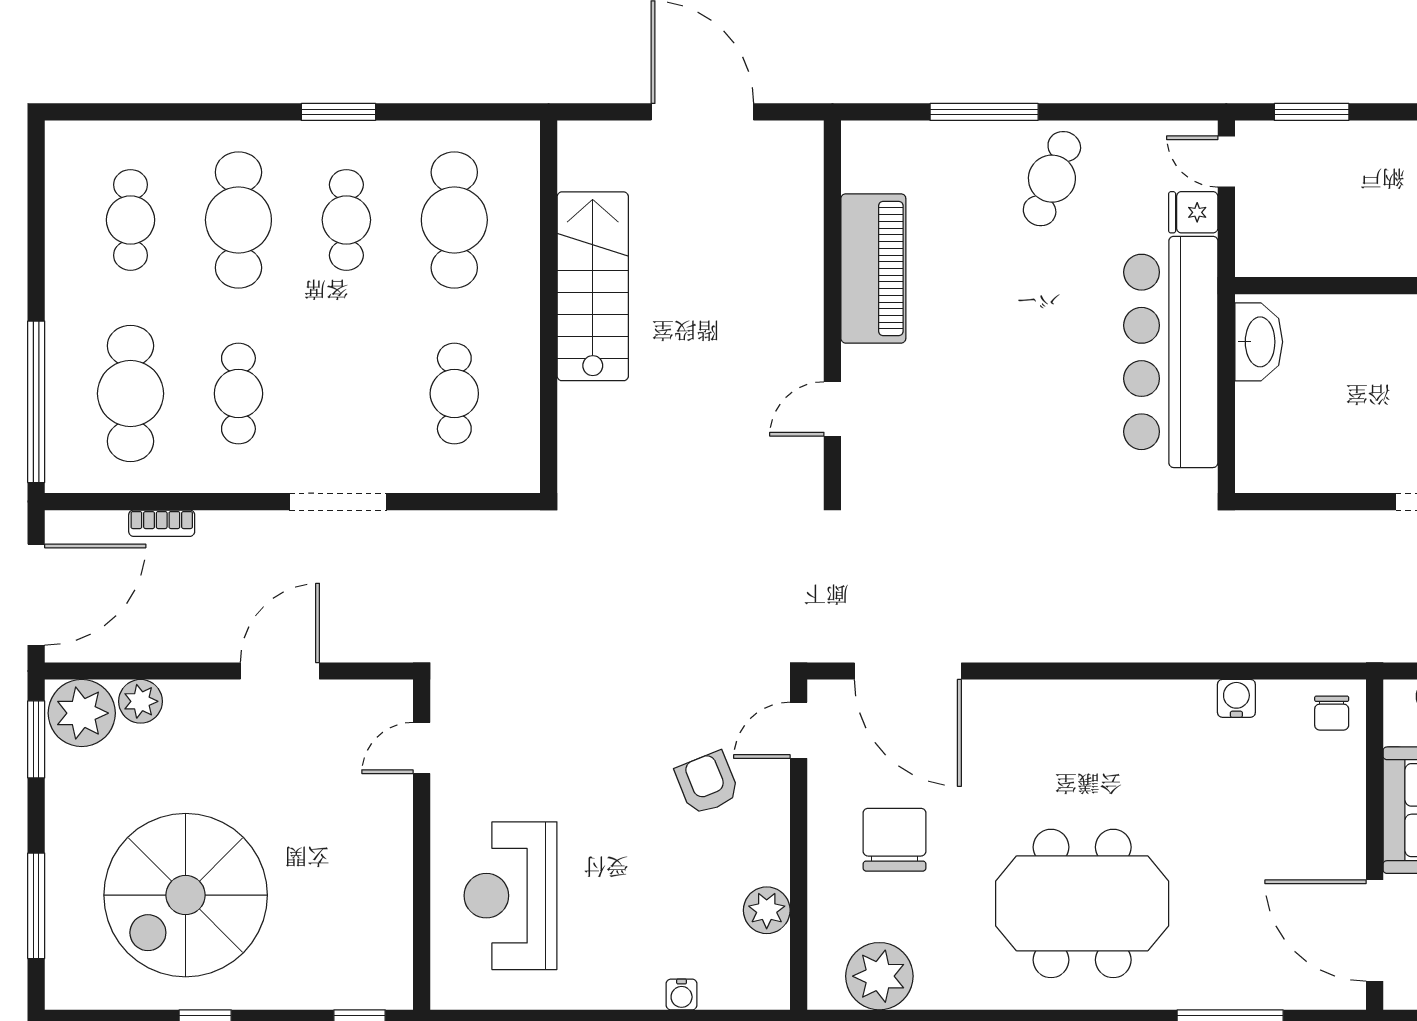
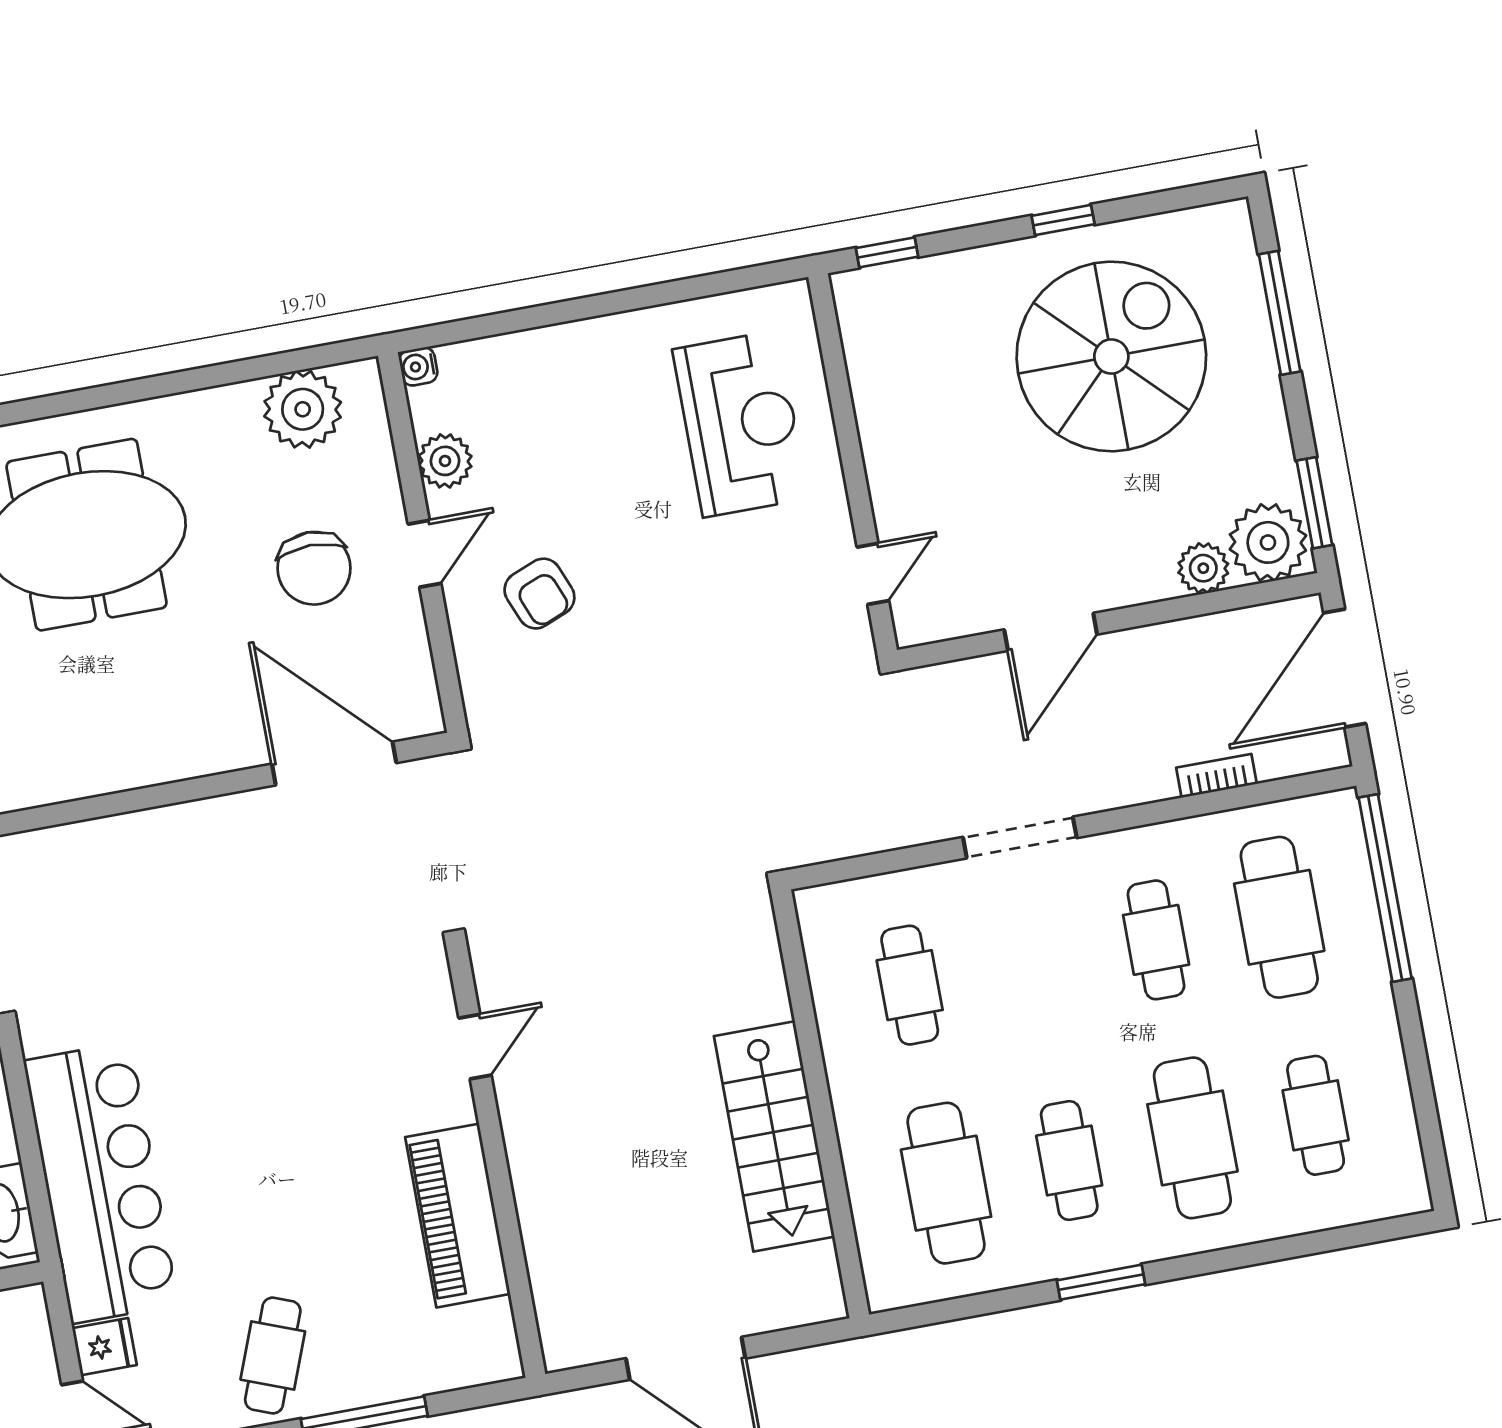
door: (799, 730) -> (425, 554), moved
water cooler: (682, 994) -> (418, 366), moved, turned -90

